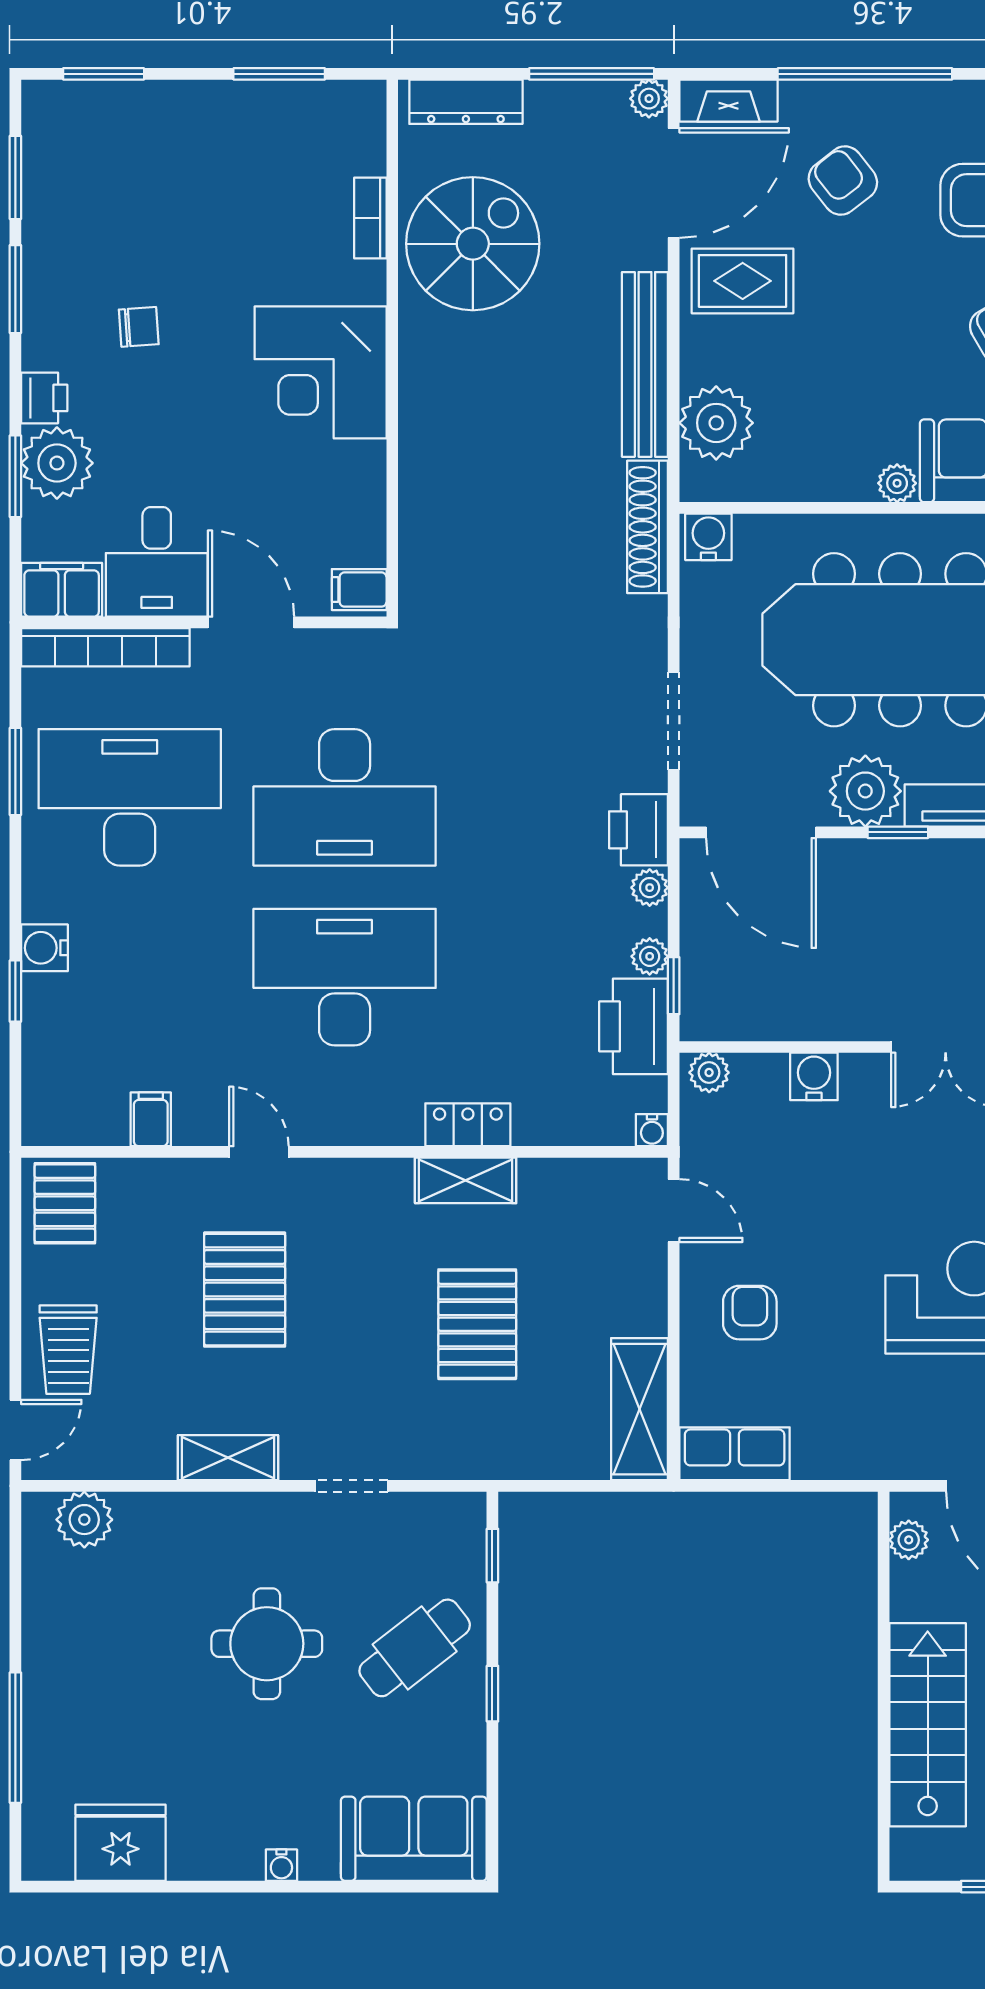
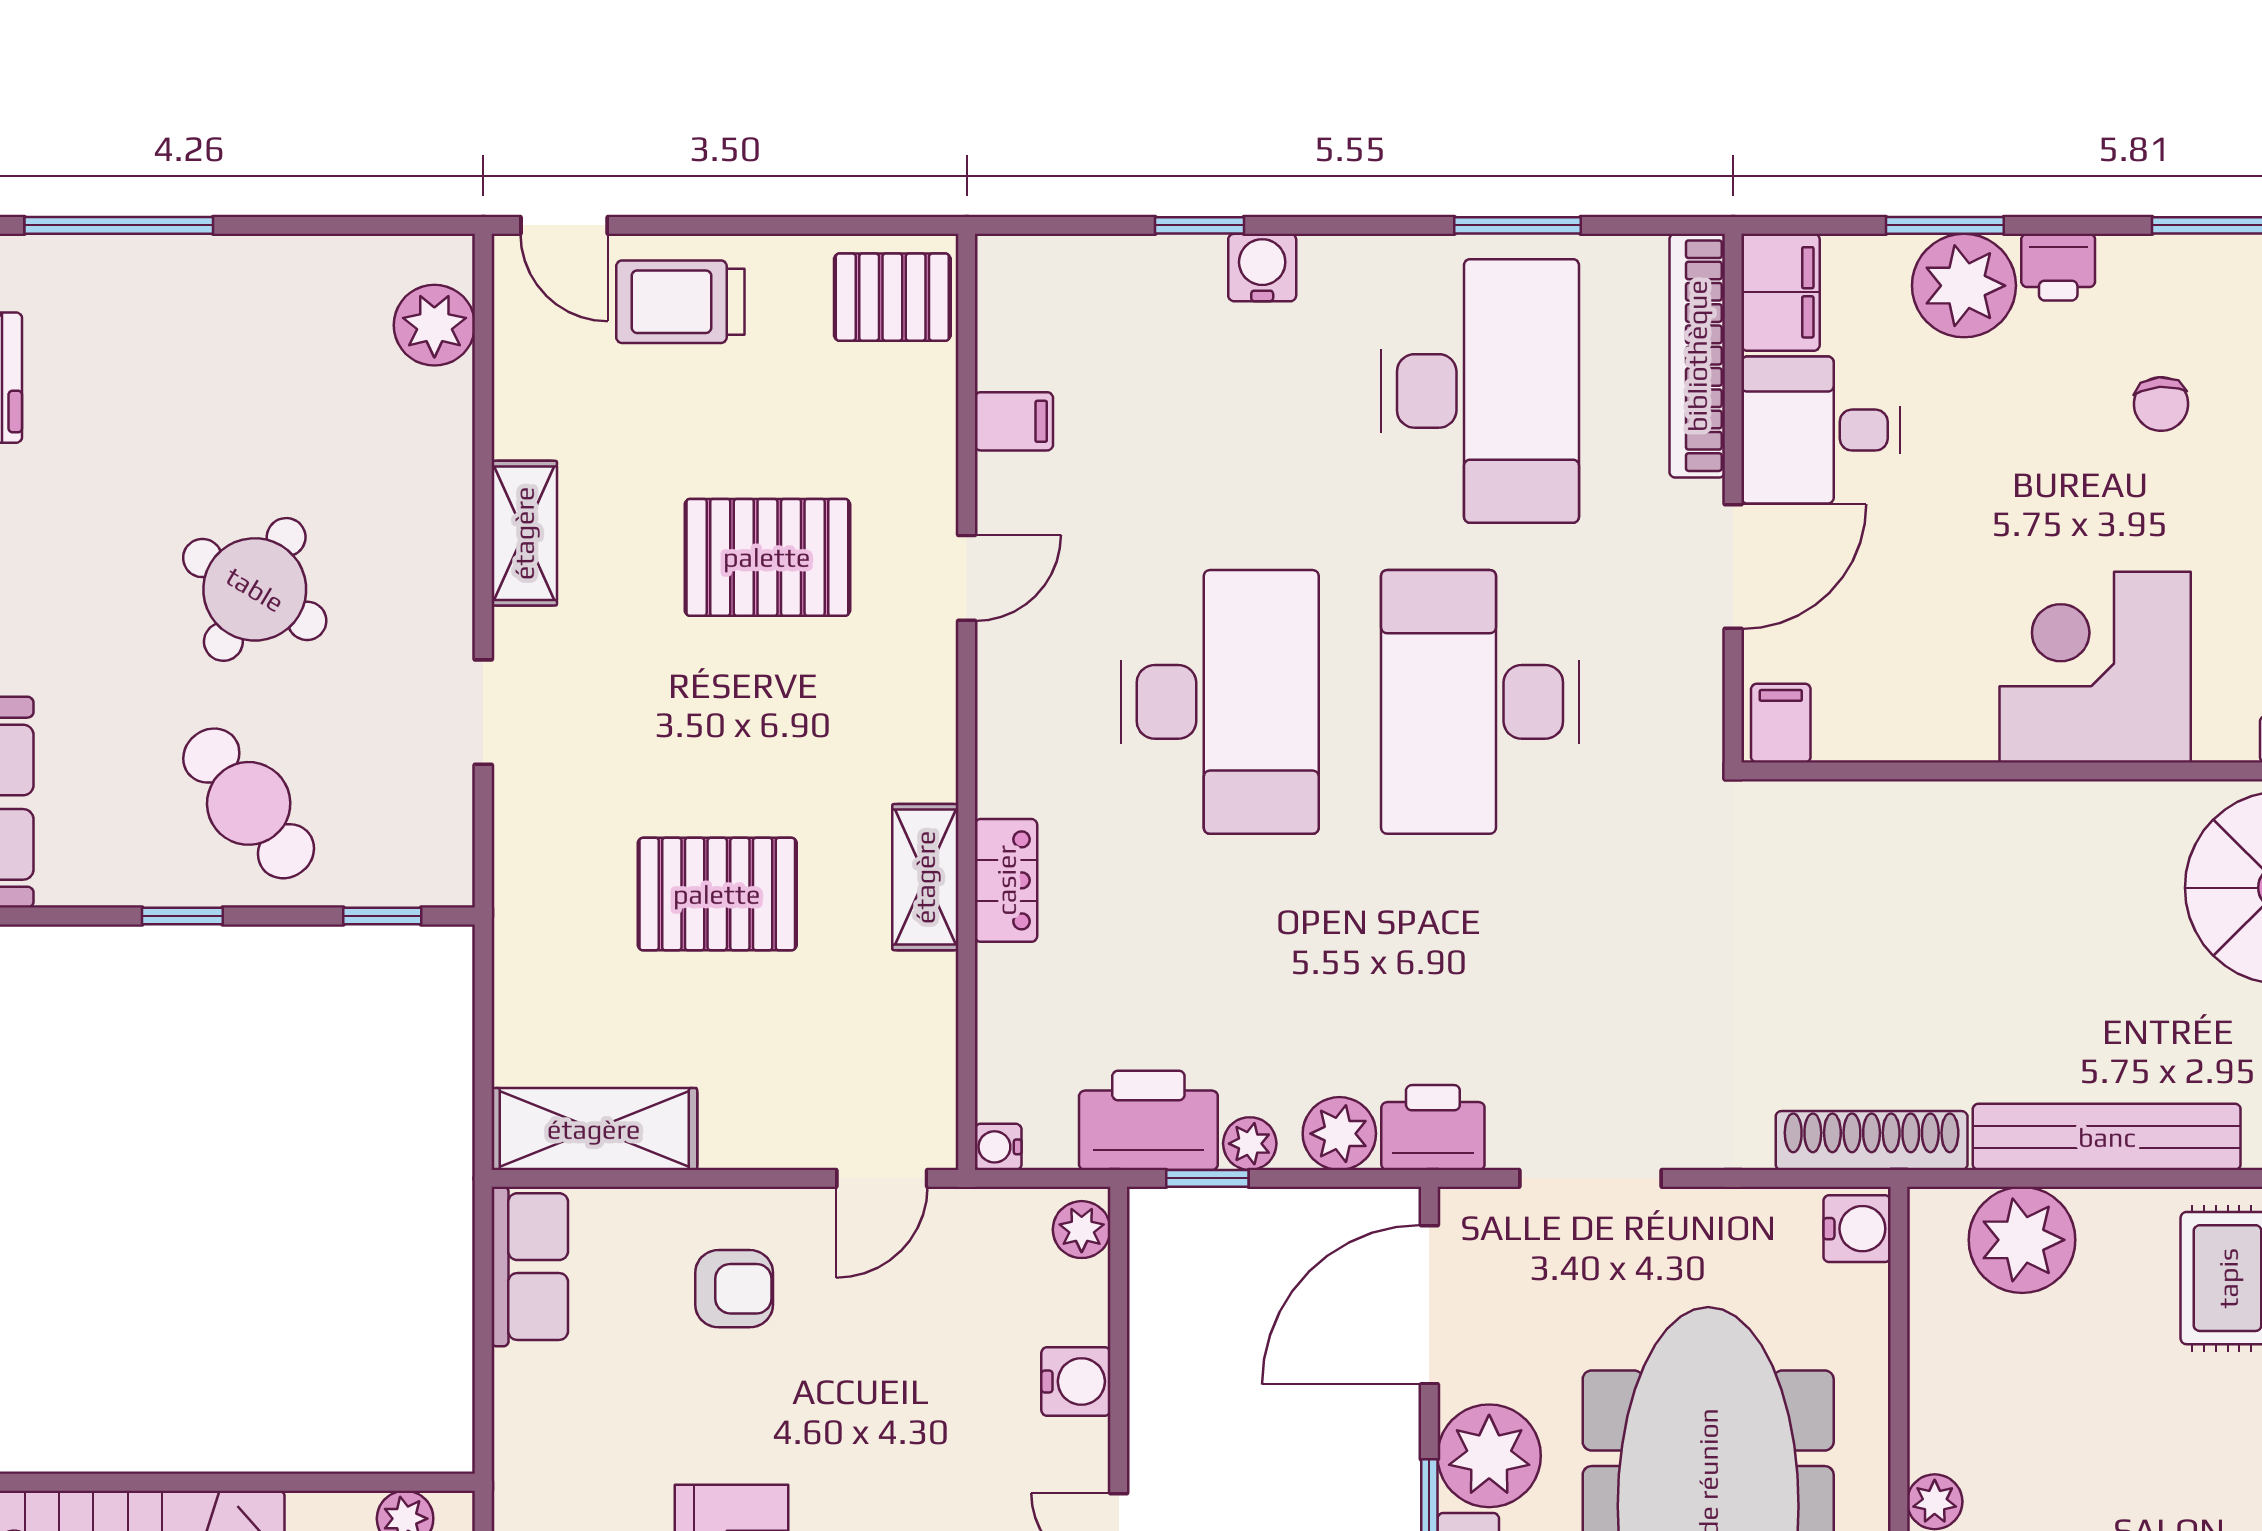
plant: (650, 888) -> (1339, 1134), width x1.38, depth x1.38
round table: (267, 1644) -> (255, 589), turned 31

